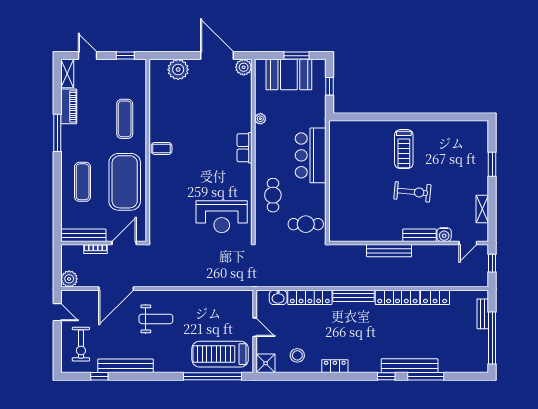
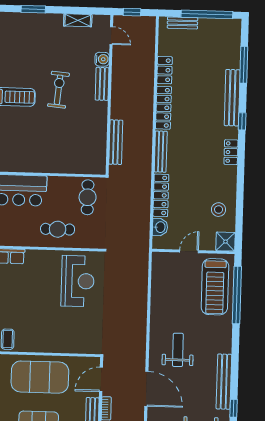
door: (124, 243) -> (101, 379), hinge flipped
bench: (389, 251) -> (116, 142), moved
locker: (335, 366) -> (231, 152), moved
window: (426, 376) -> (244, 65), moved

